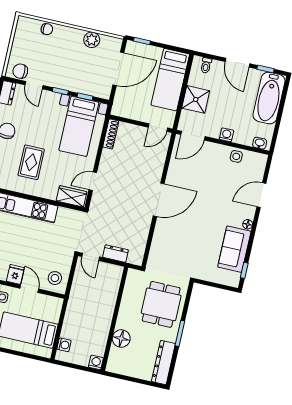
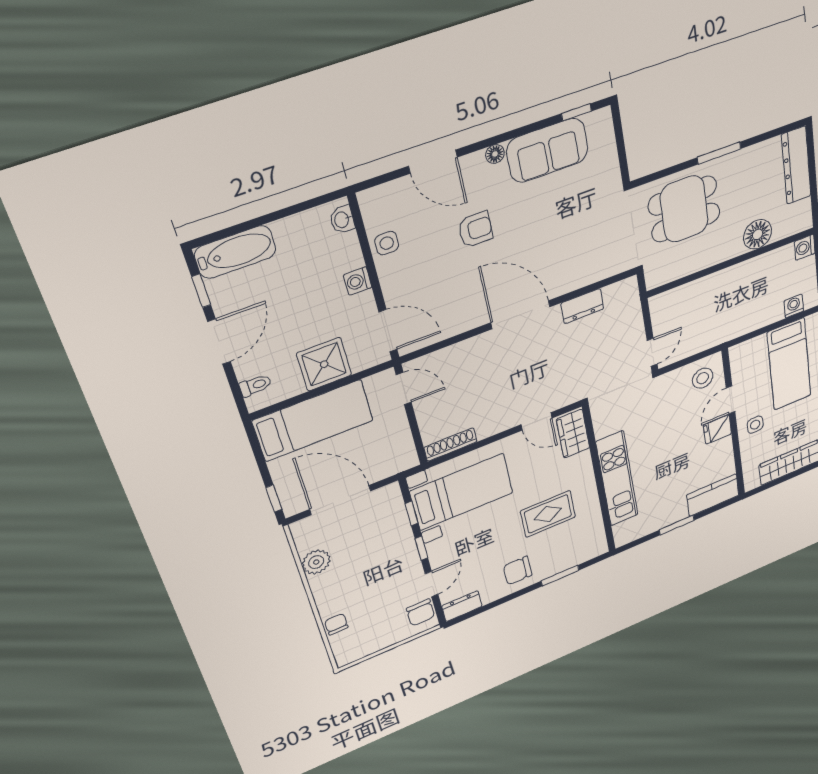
bathtub: (269, 98) -> (235, 252), width x0.73, depth x0.73
armchair: (217, 199) -> (475, 229), added
dresser: (116, 254) -> (582, 306), moved, turned -90
dresser: (163, 362) -> (796, 165), moved, turned 90

